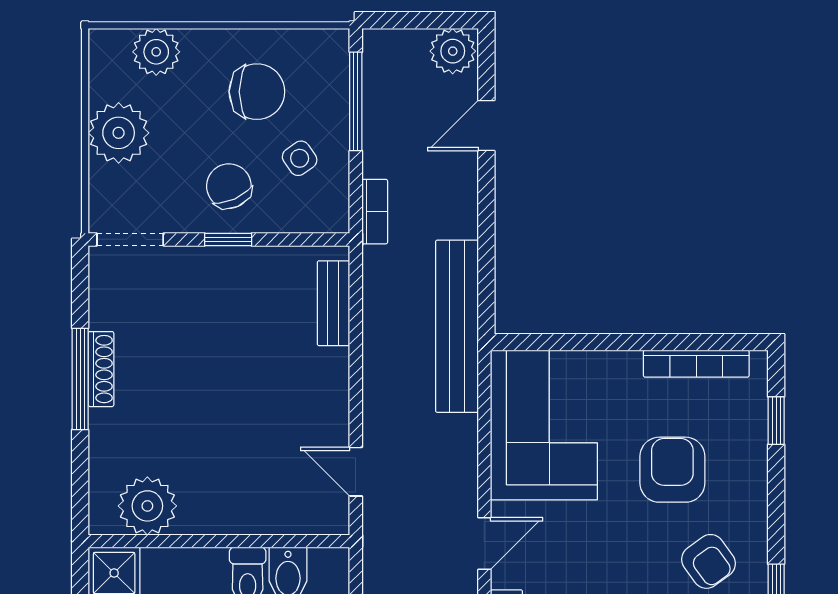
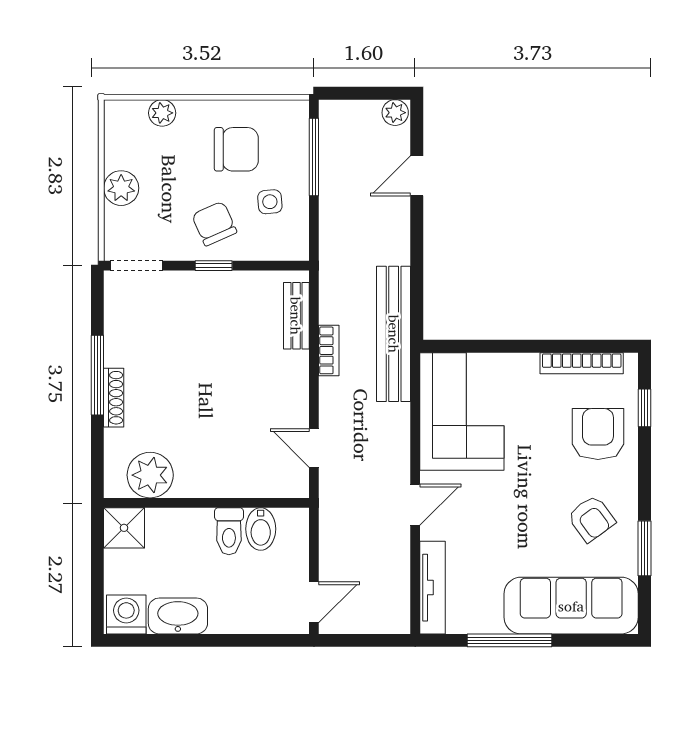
plant: (453, 51) -> (395, 113), width x0.73, depth x0.73
plant: (156, 52) -> (162, 113), width x0.73, depth x0.73
plant: (119, 133) -> (121, 188), width x0.73, depth x0.73
side table: (300, 158) -> (270, 202), turned 30
bookcase: (375, 212) -> (329, 350), moved
shoe rack: (101, 369) -> (114, 398), moved
armchair: (672, 470) -> (598, 434), moved

